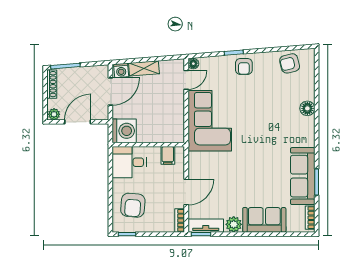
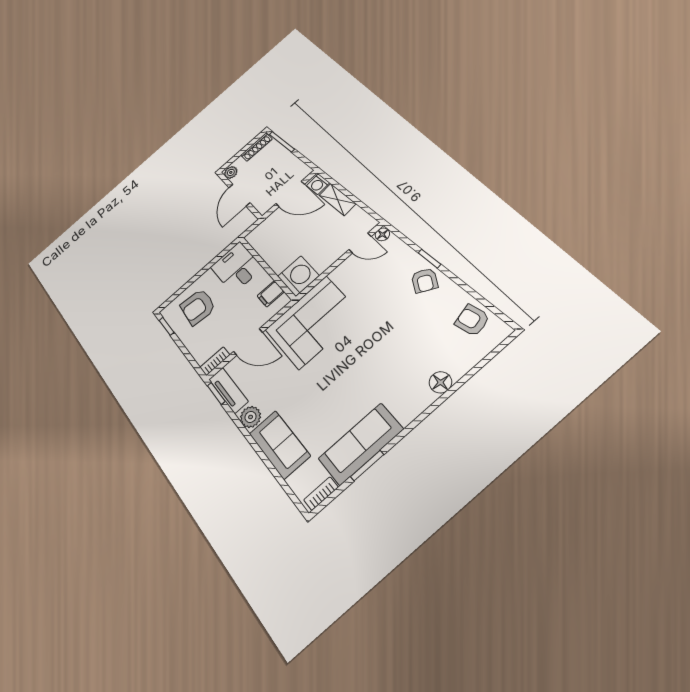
armchair: (244, 66) -> (425, 280), turned -61
corner sofa: (210, 121) -> (313, 322), moved
door: (78, 122) -> (239, 195), swing flipped
washing machine: (124, 131) -> (298, 276), moved, turned -90

